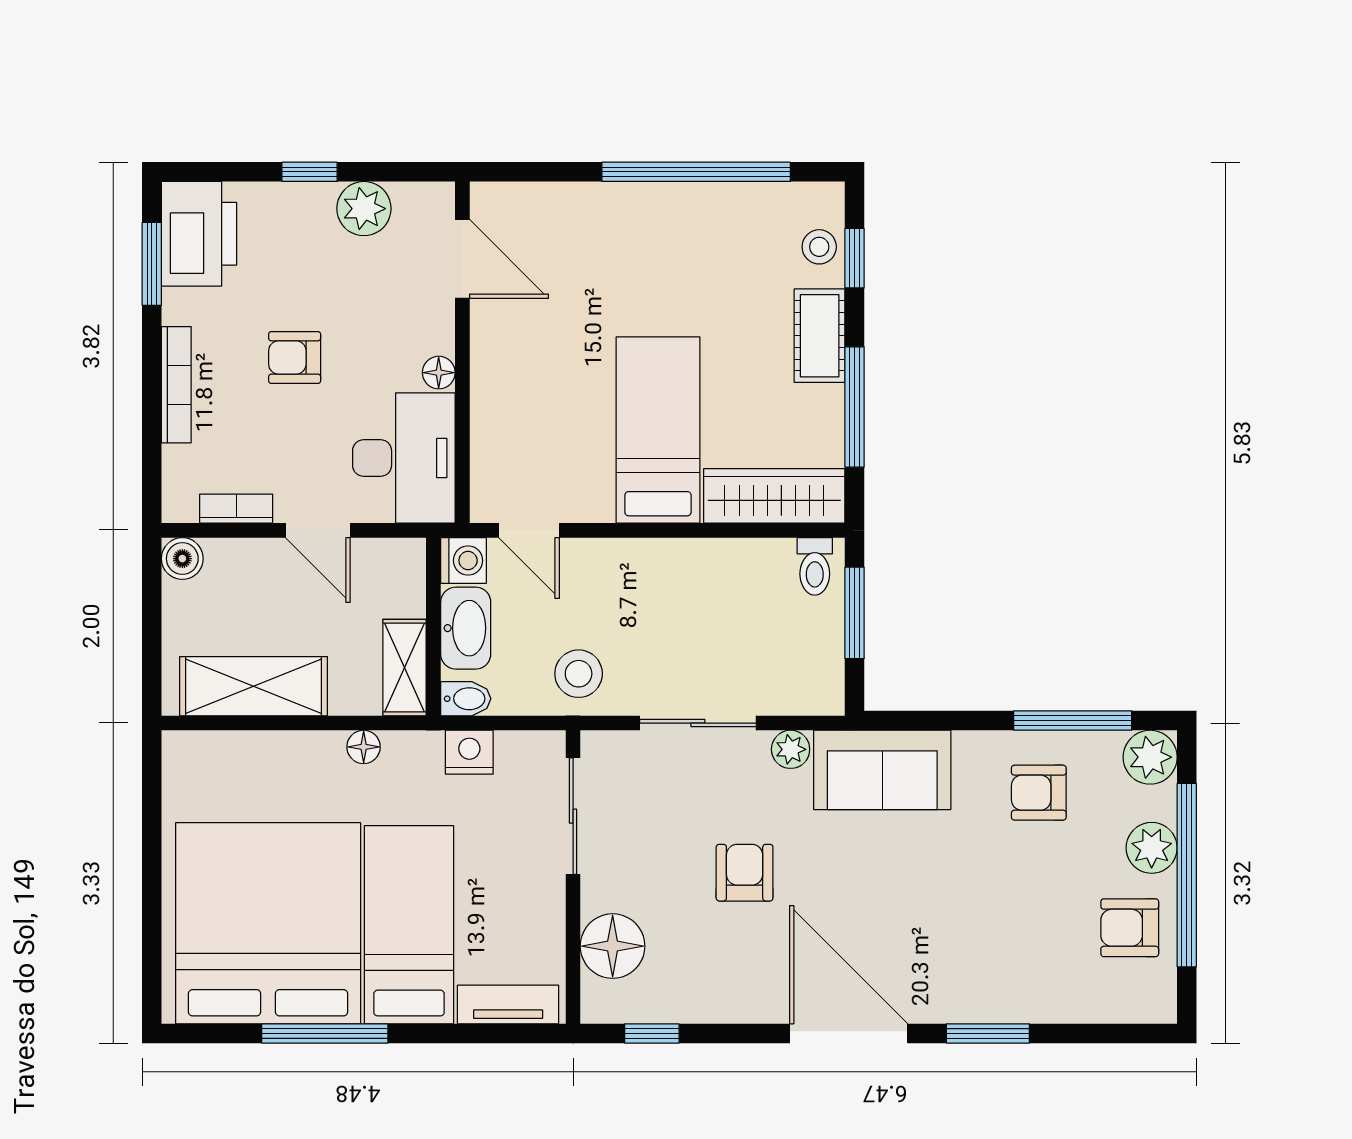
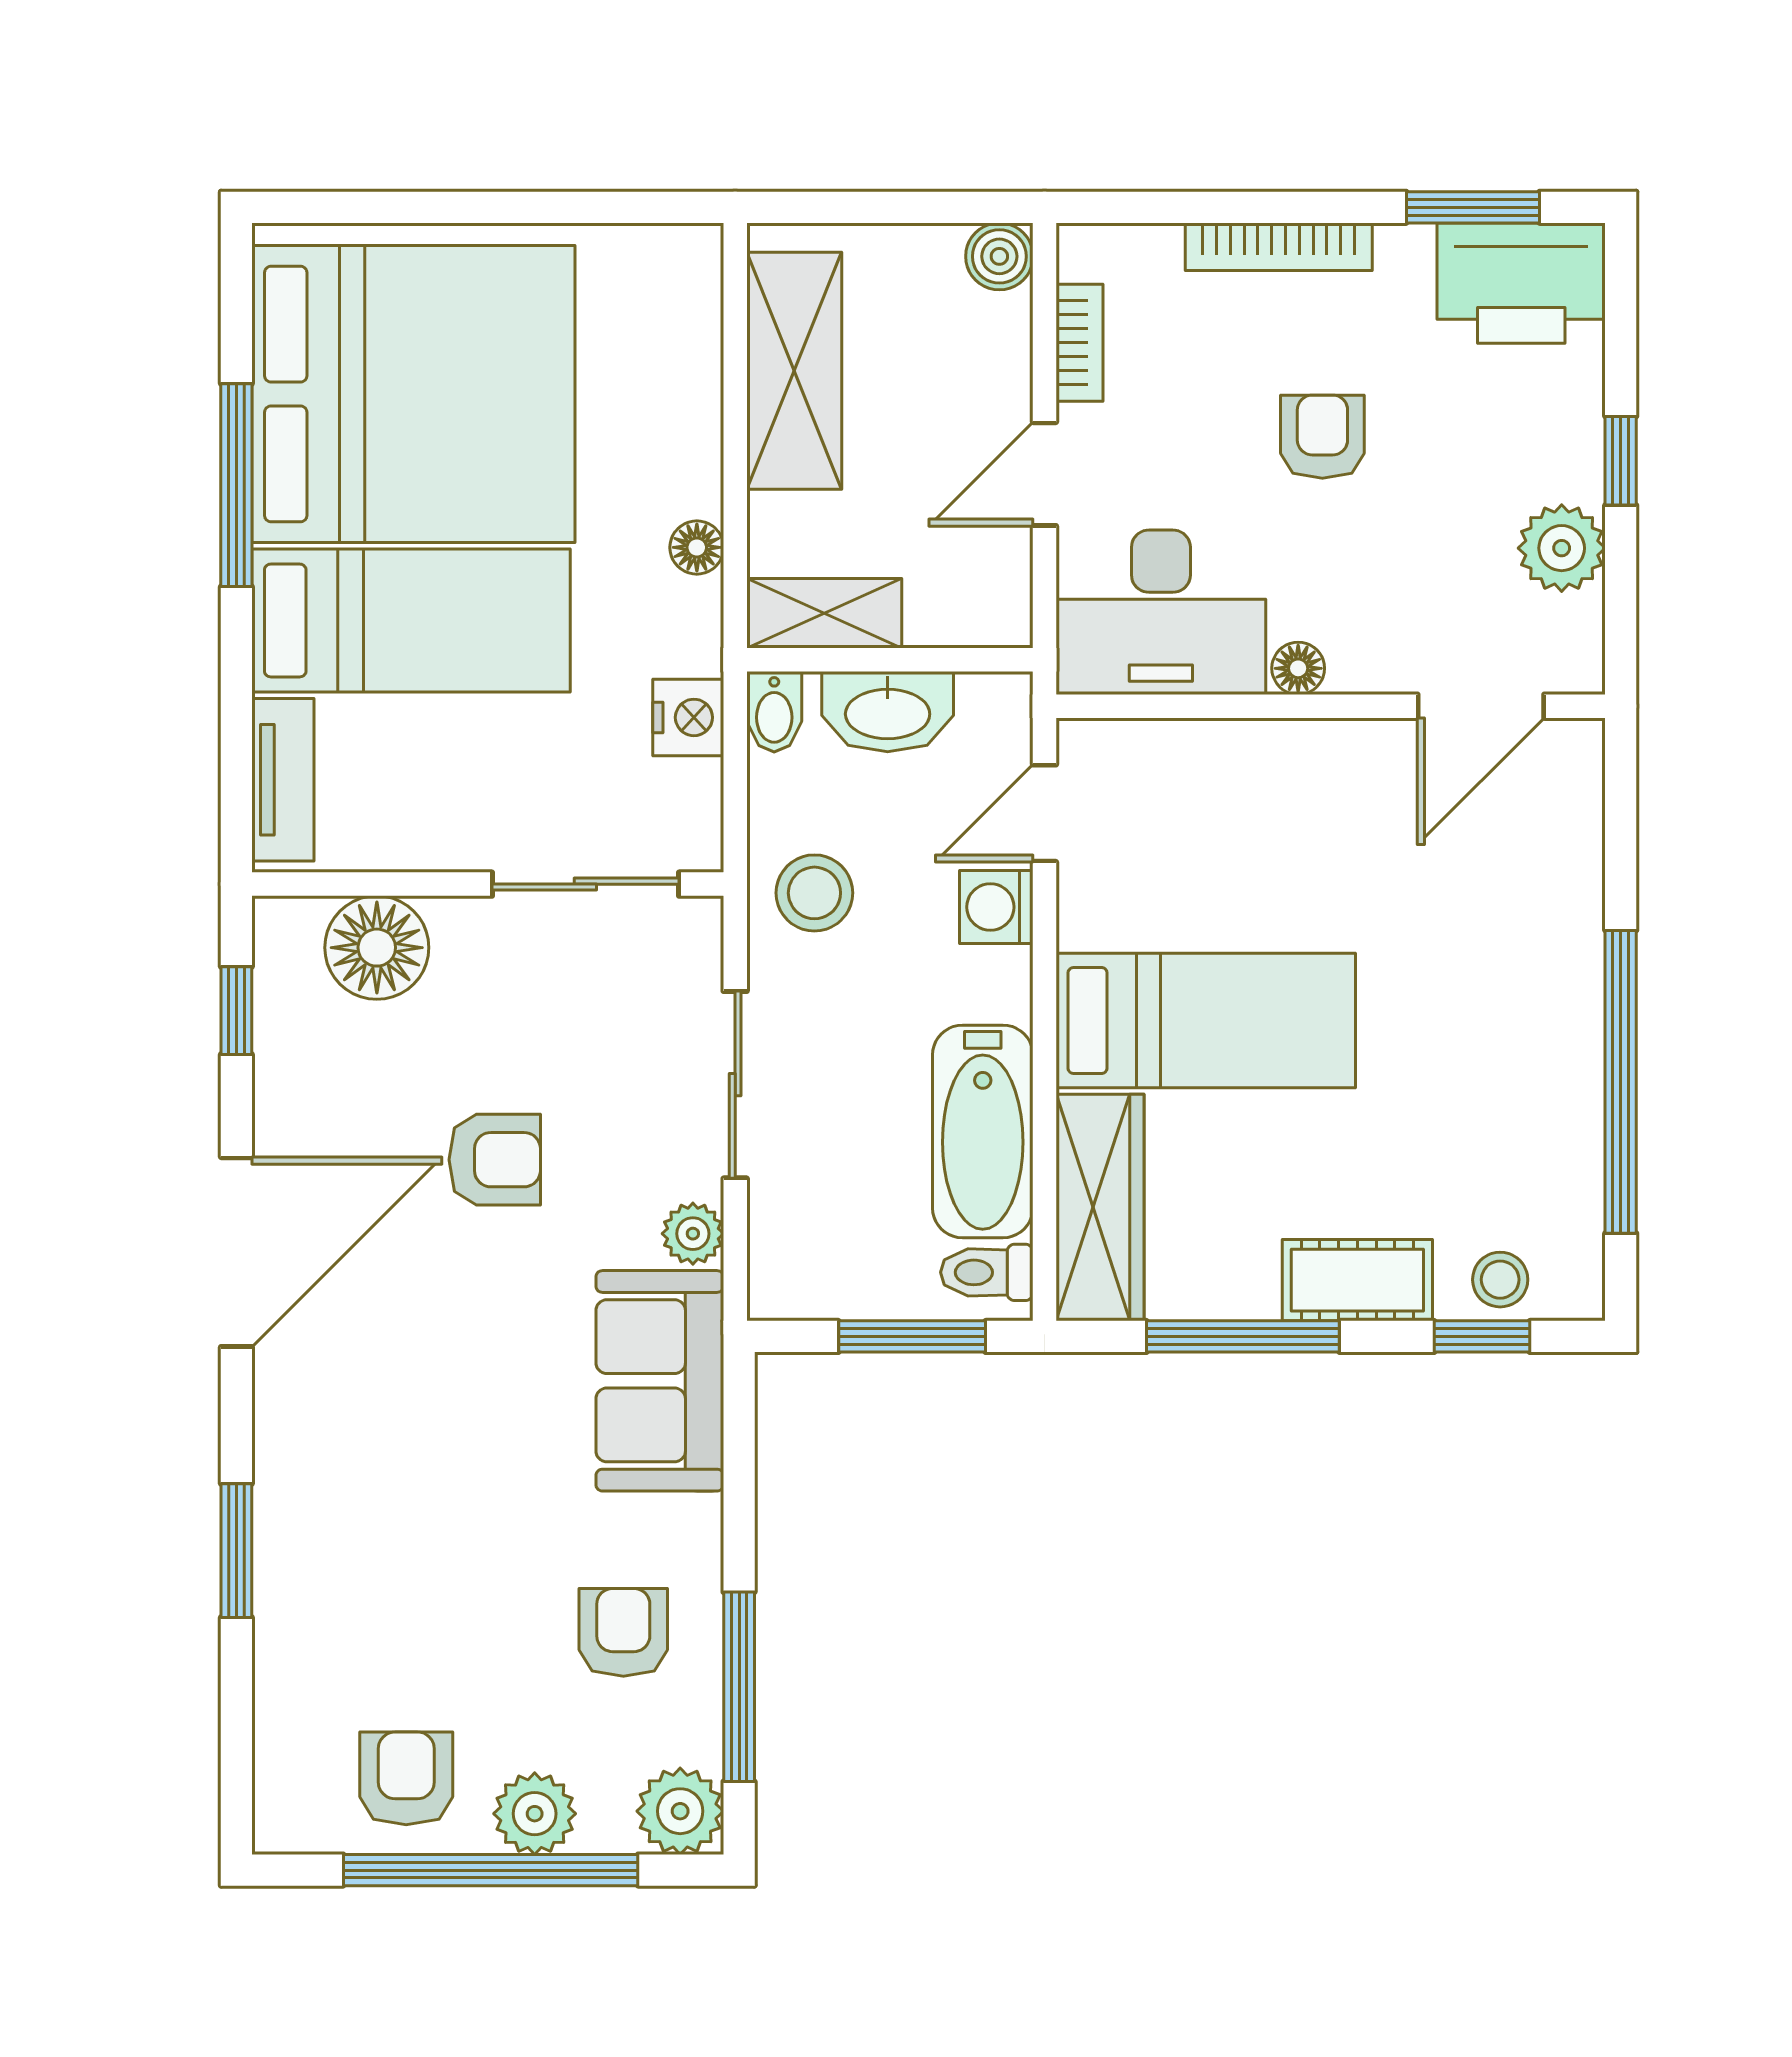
washing machine: (463, 560) -> (996, 907), moved, turned 90
bathtub: (727, 569) -> (983, 1131), added
door: (849, 1033) -> (236, 1252), moved

